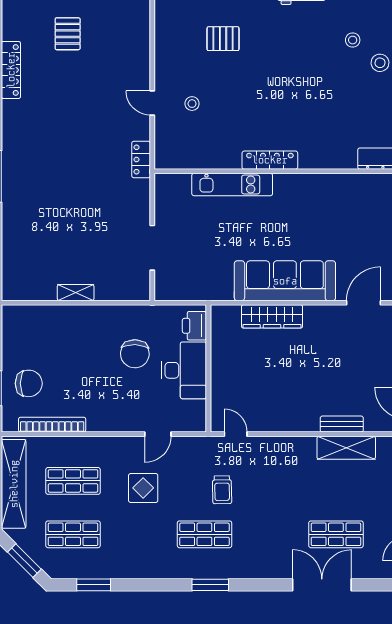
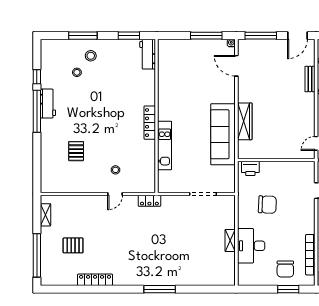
sofa: (285, 281) -> (223, 134), moved
desk: (184, 370) -> (251, 246), moved, turned -90
chair: (29, 383) -> (285, 269), turned 180

